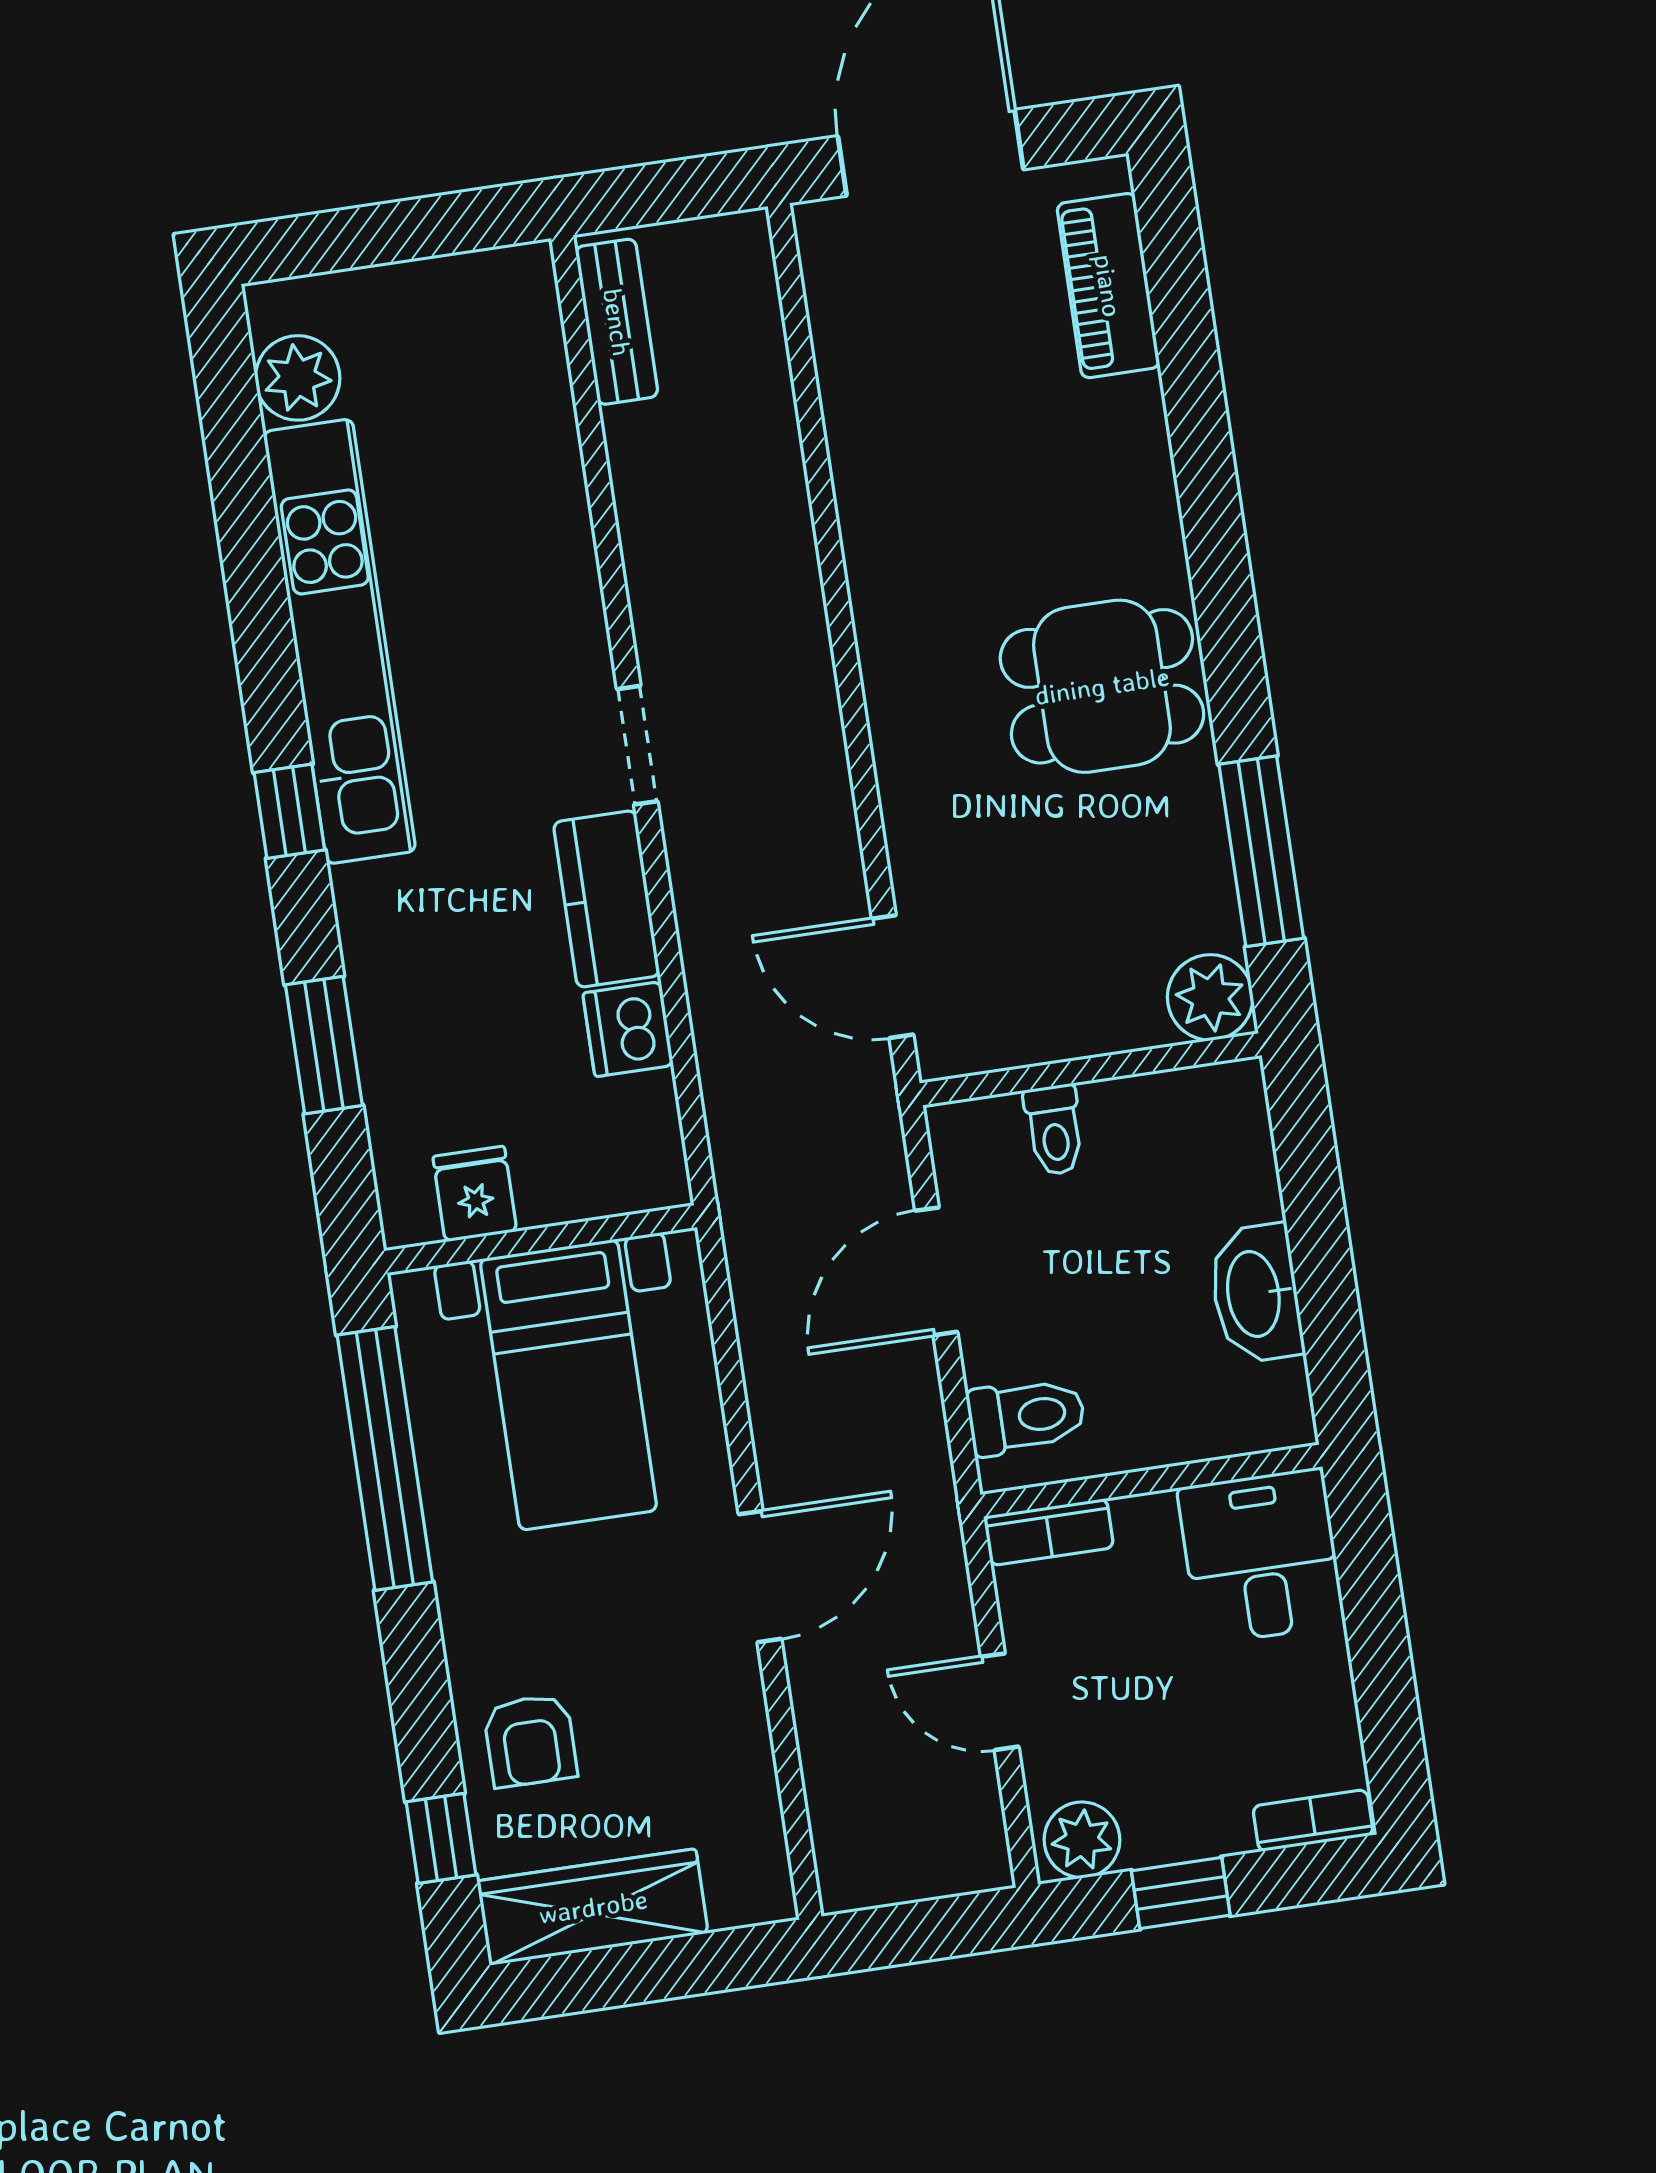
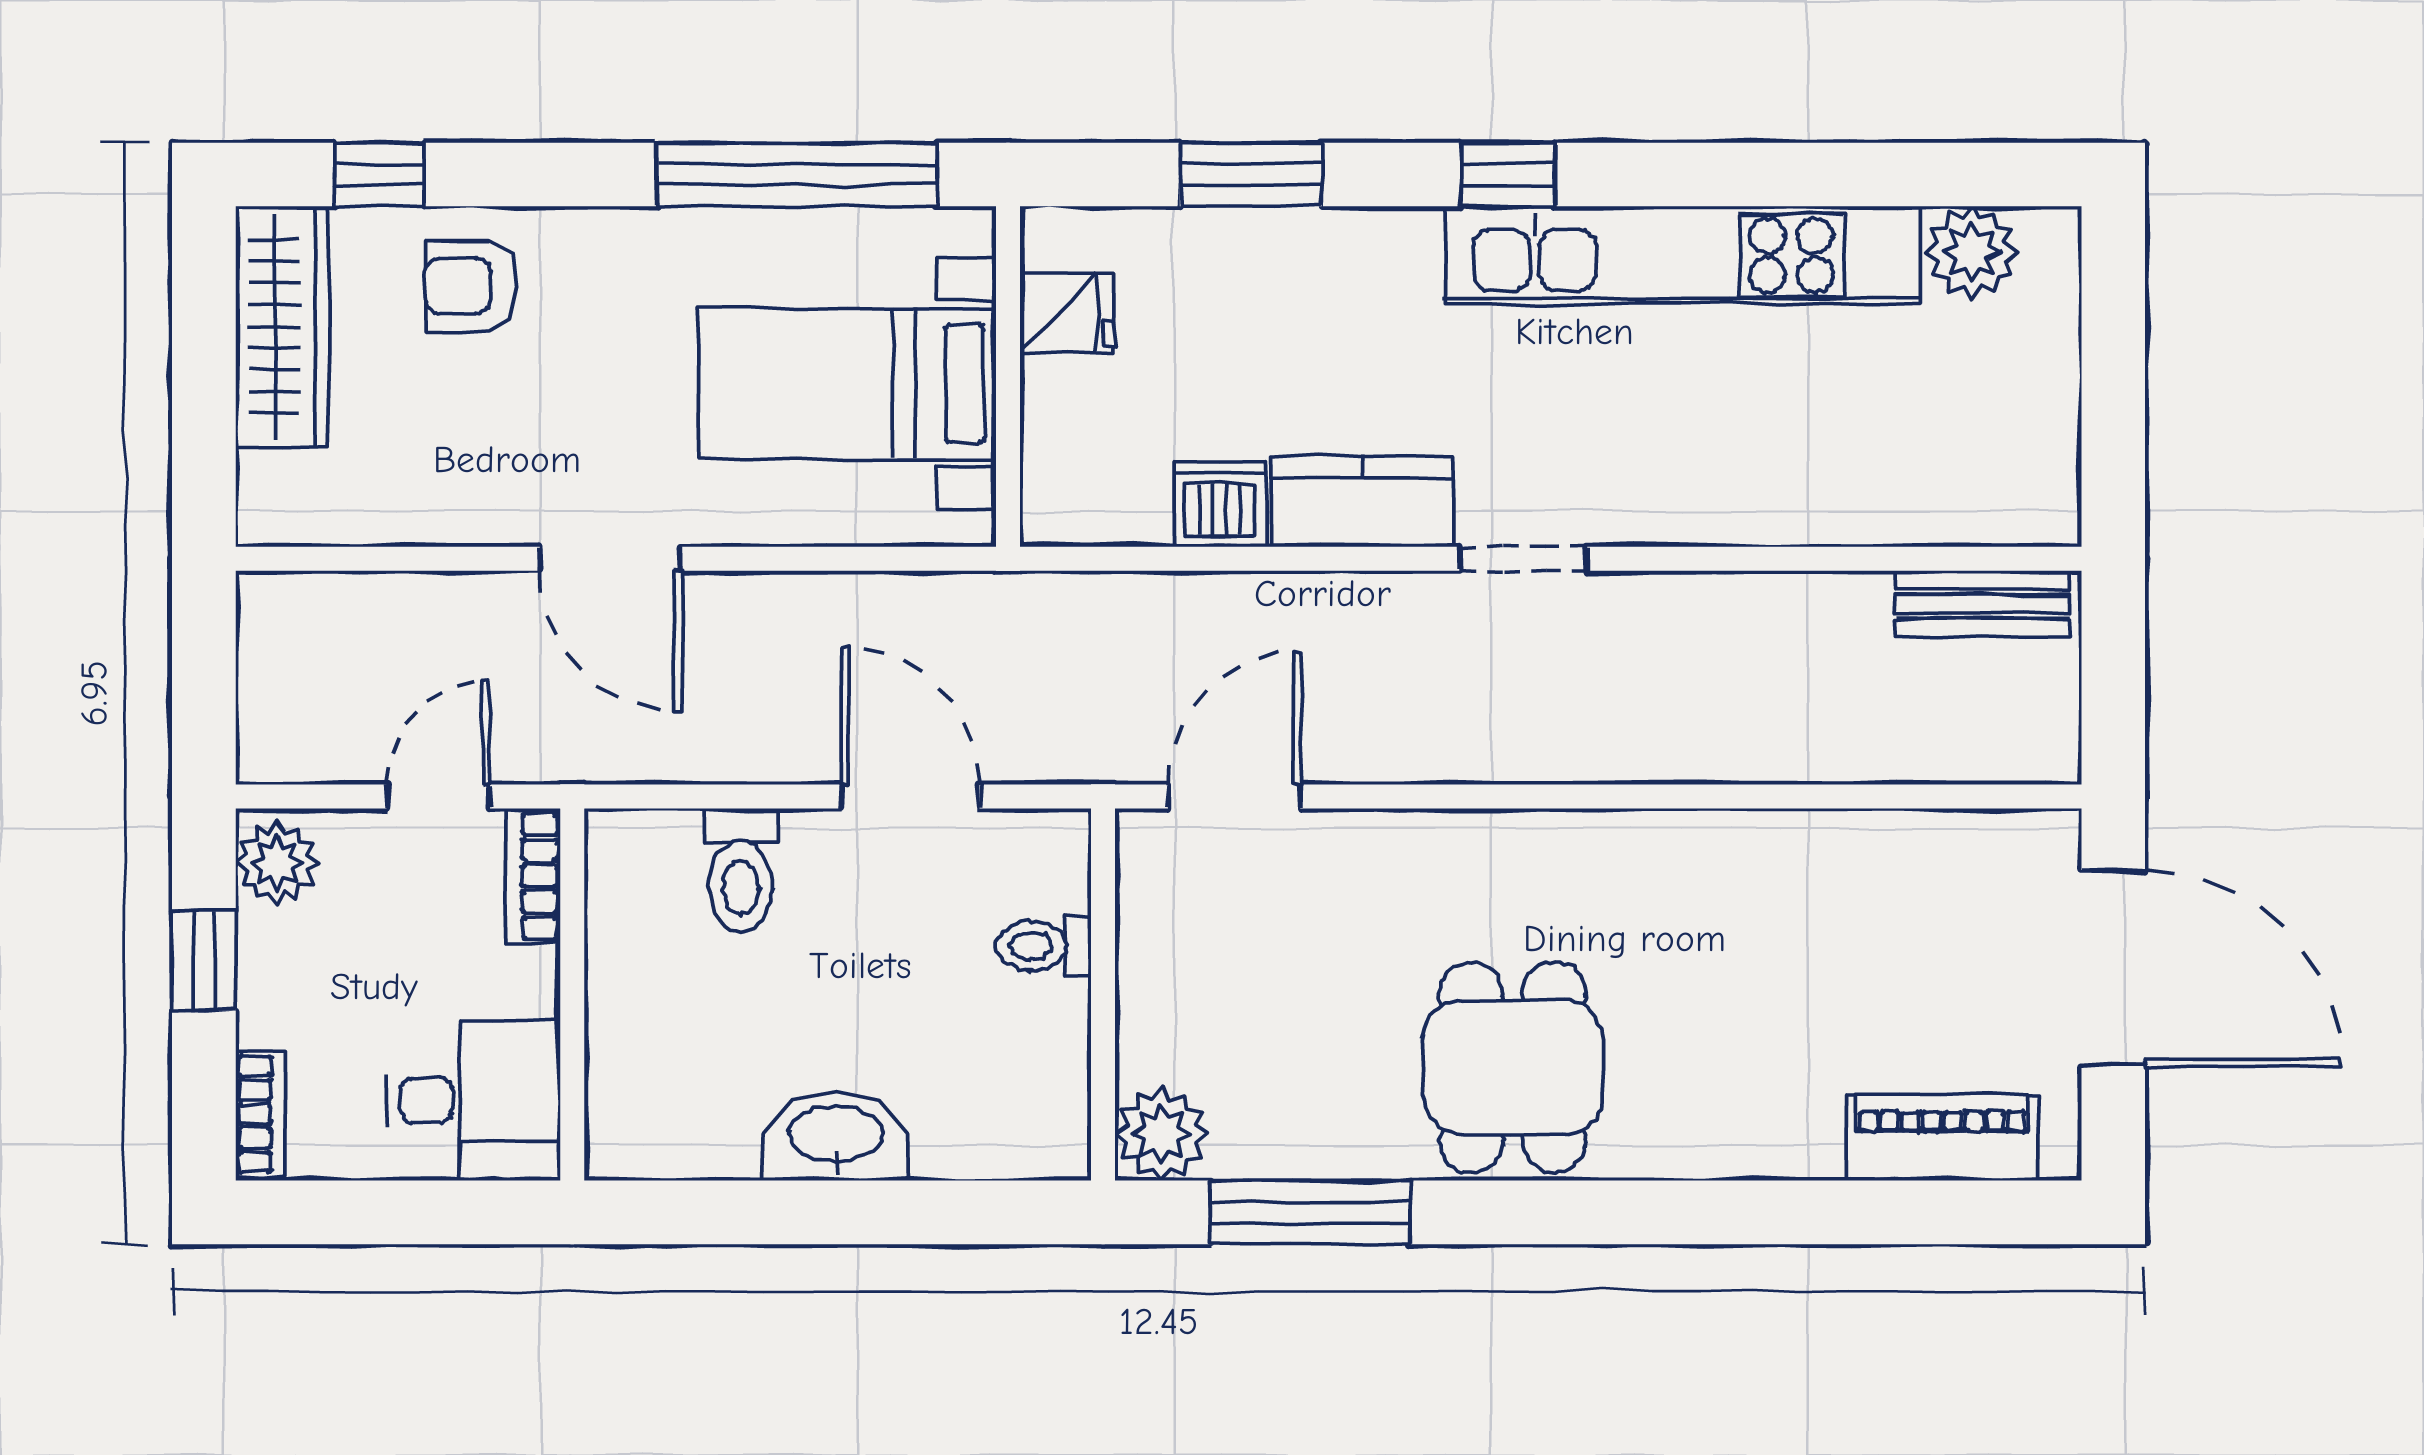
wall: (1151, 1481) -> (572, 994), moved
bookcase: (1049, 1532) -> (533, 876), moved
desk: (1261, 1556) -> (474, 1100), moved

